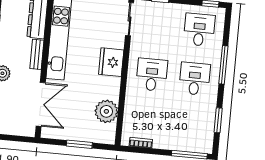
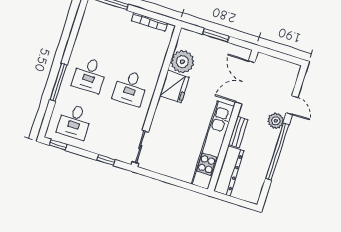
fridge: (111, 62) -> (174, 87), moved
window: (218, 120) -> (75, 29), removed
bookcase: (141, 143) -> (149, 22), width x1.56

